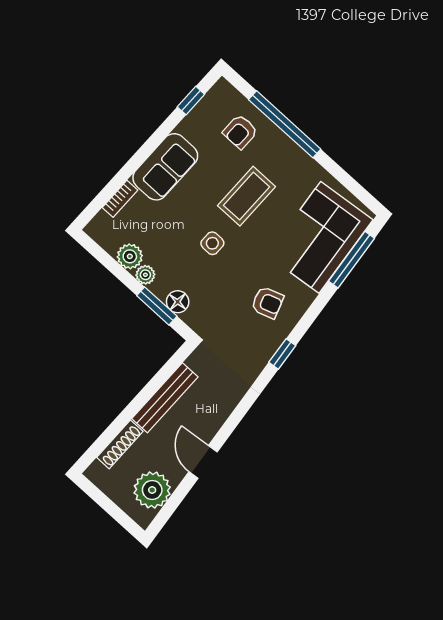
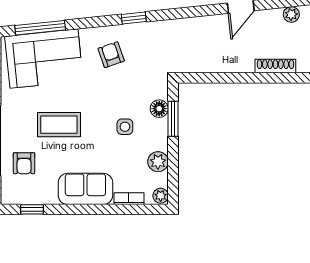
armchair: (240, 132) -> (24, 163), turned 90
side table: (212, 243) -> (125, 127), moved
plant: (145, 275) -> (161, 196), moved
bench: (165, 398) -> (223, 64), removed
plant: (152, 490) -> (291, 14), width x0.53, depth x0.53

